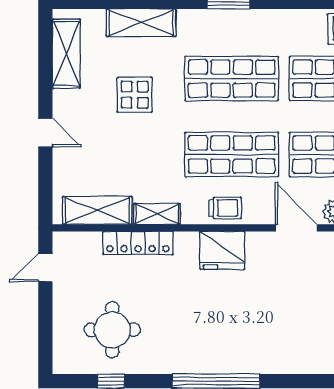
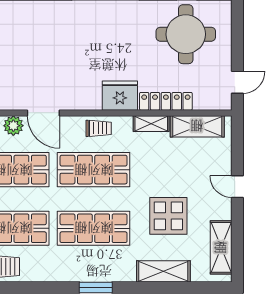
display table: (135, 95) -> (168, 216), width x1.36, depth x1.36
trolley: (225, 208) -> (99, 128), turned 180
fridge: (222, 250) -> (120, 96), moved
round table: (112, 330) -> (186, 34), width x1.36, depth x1.36

